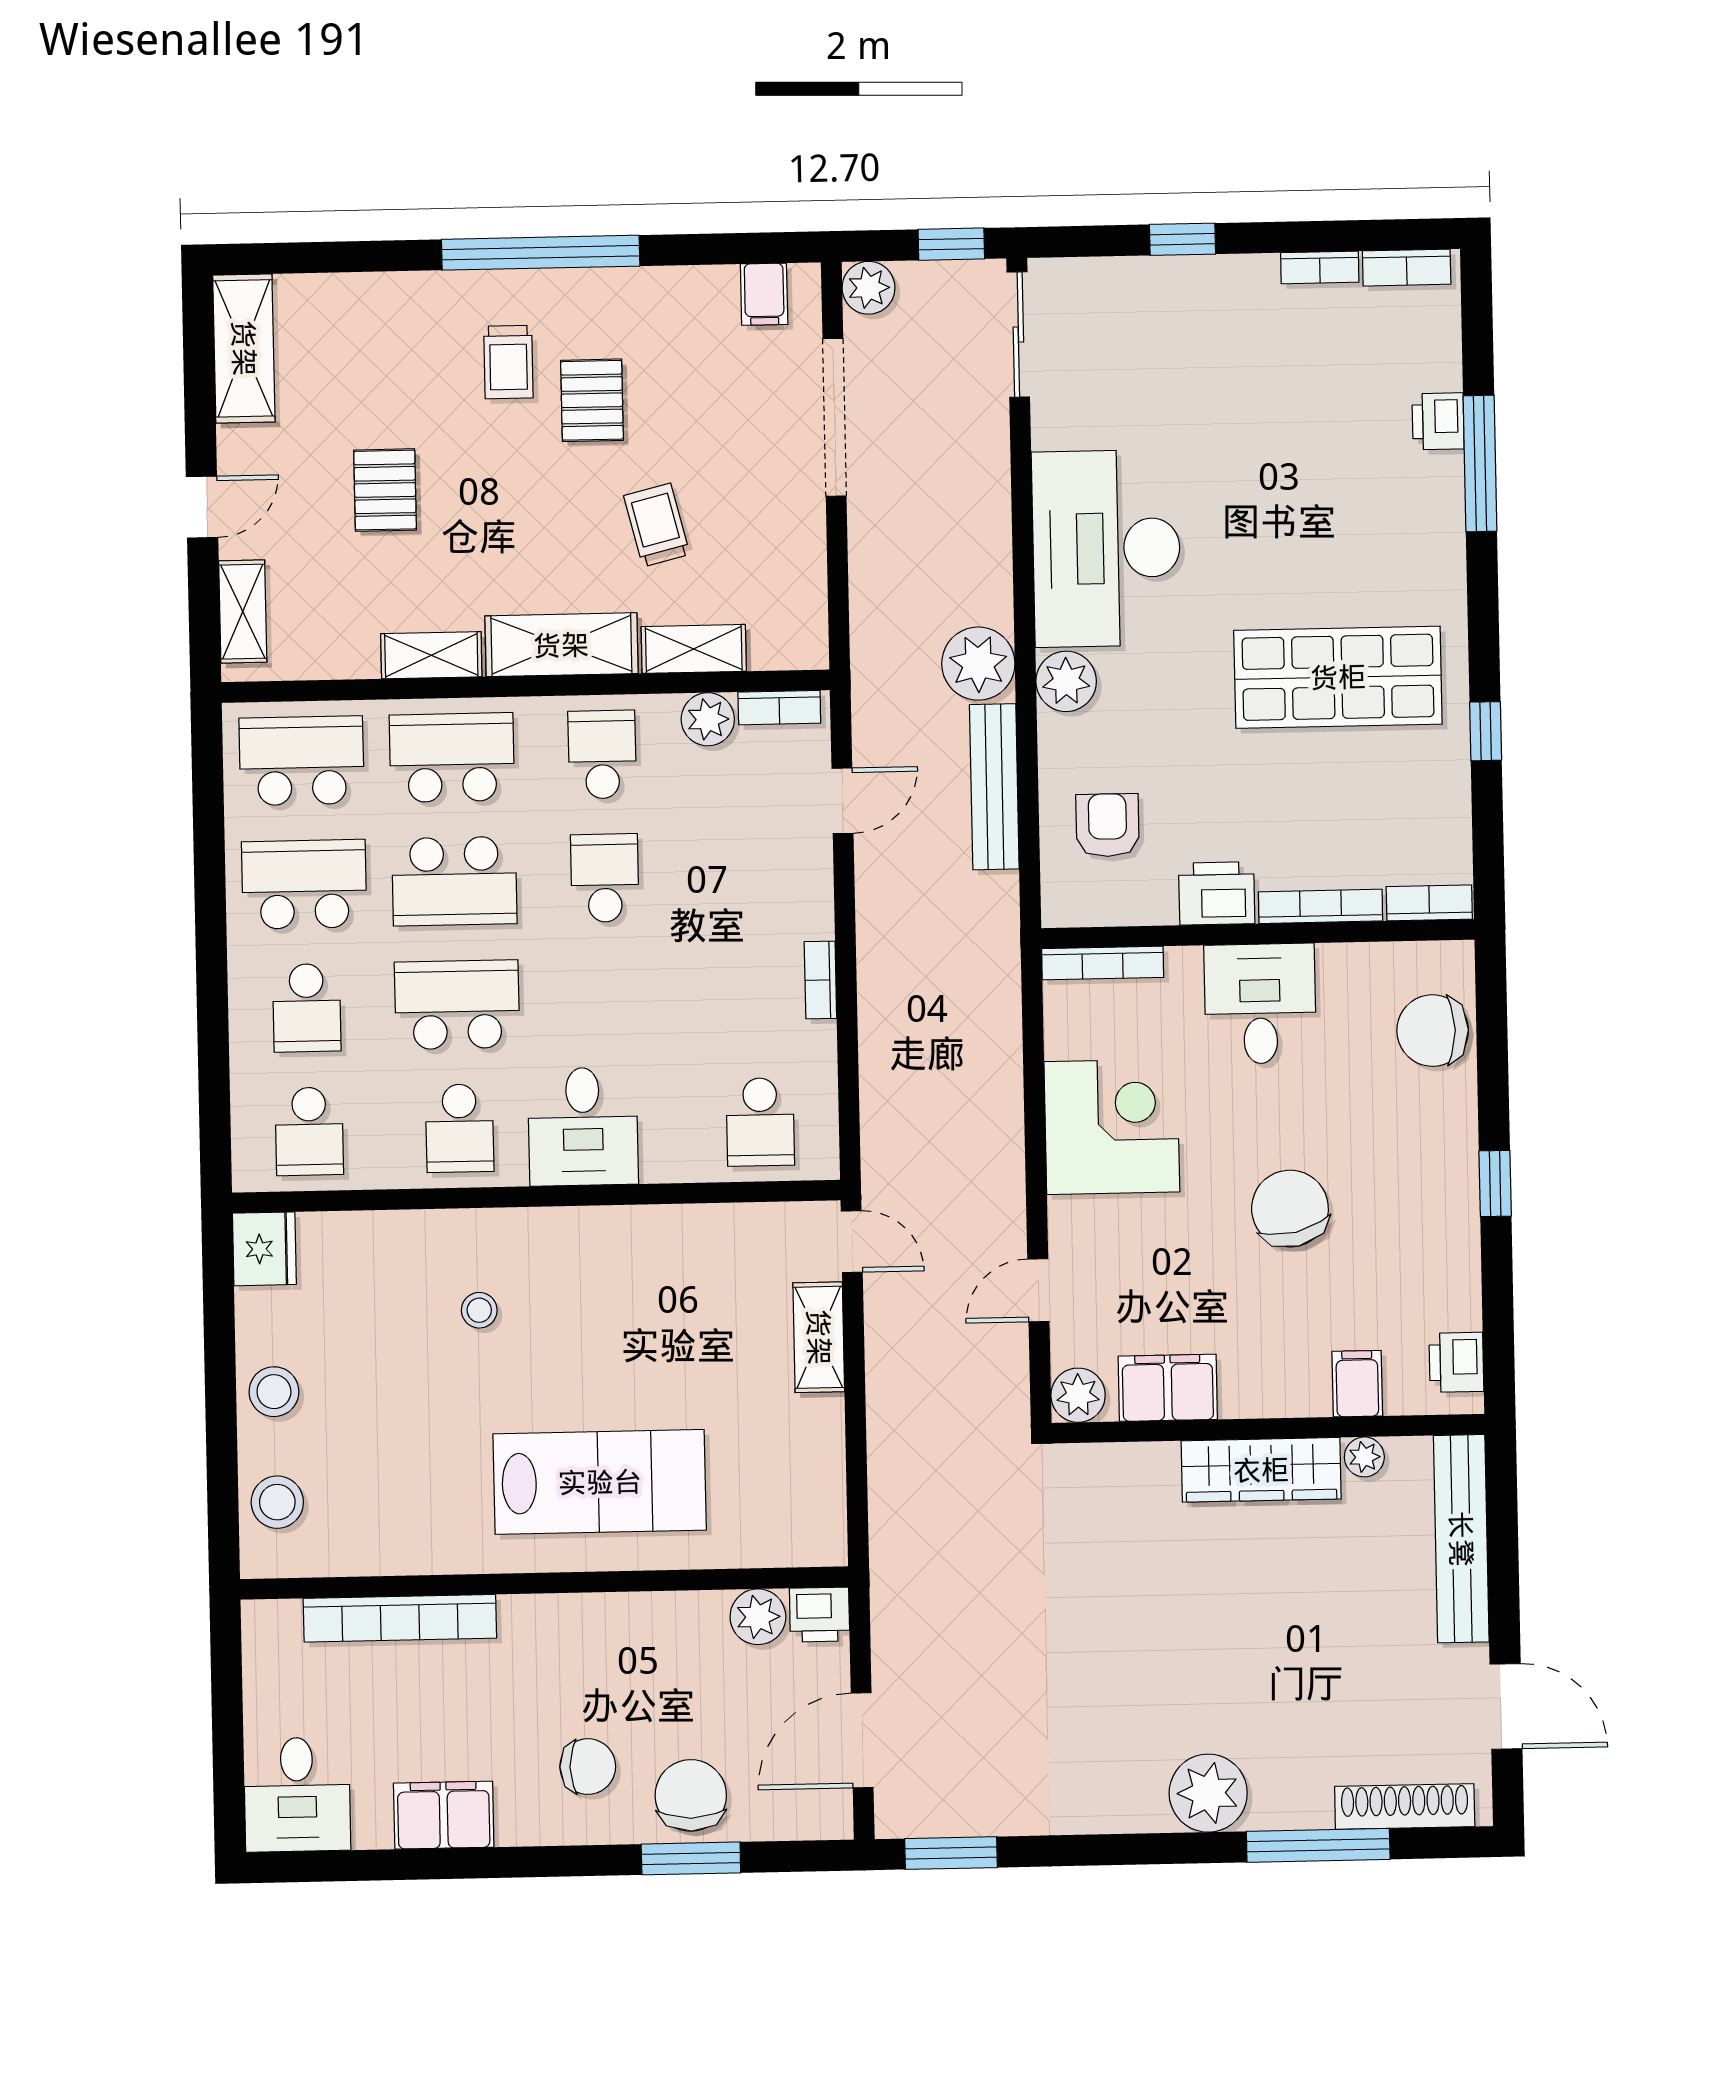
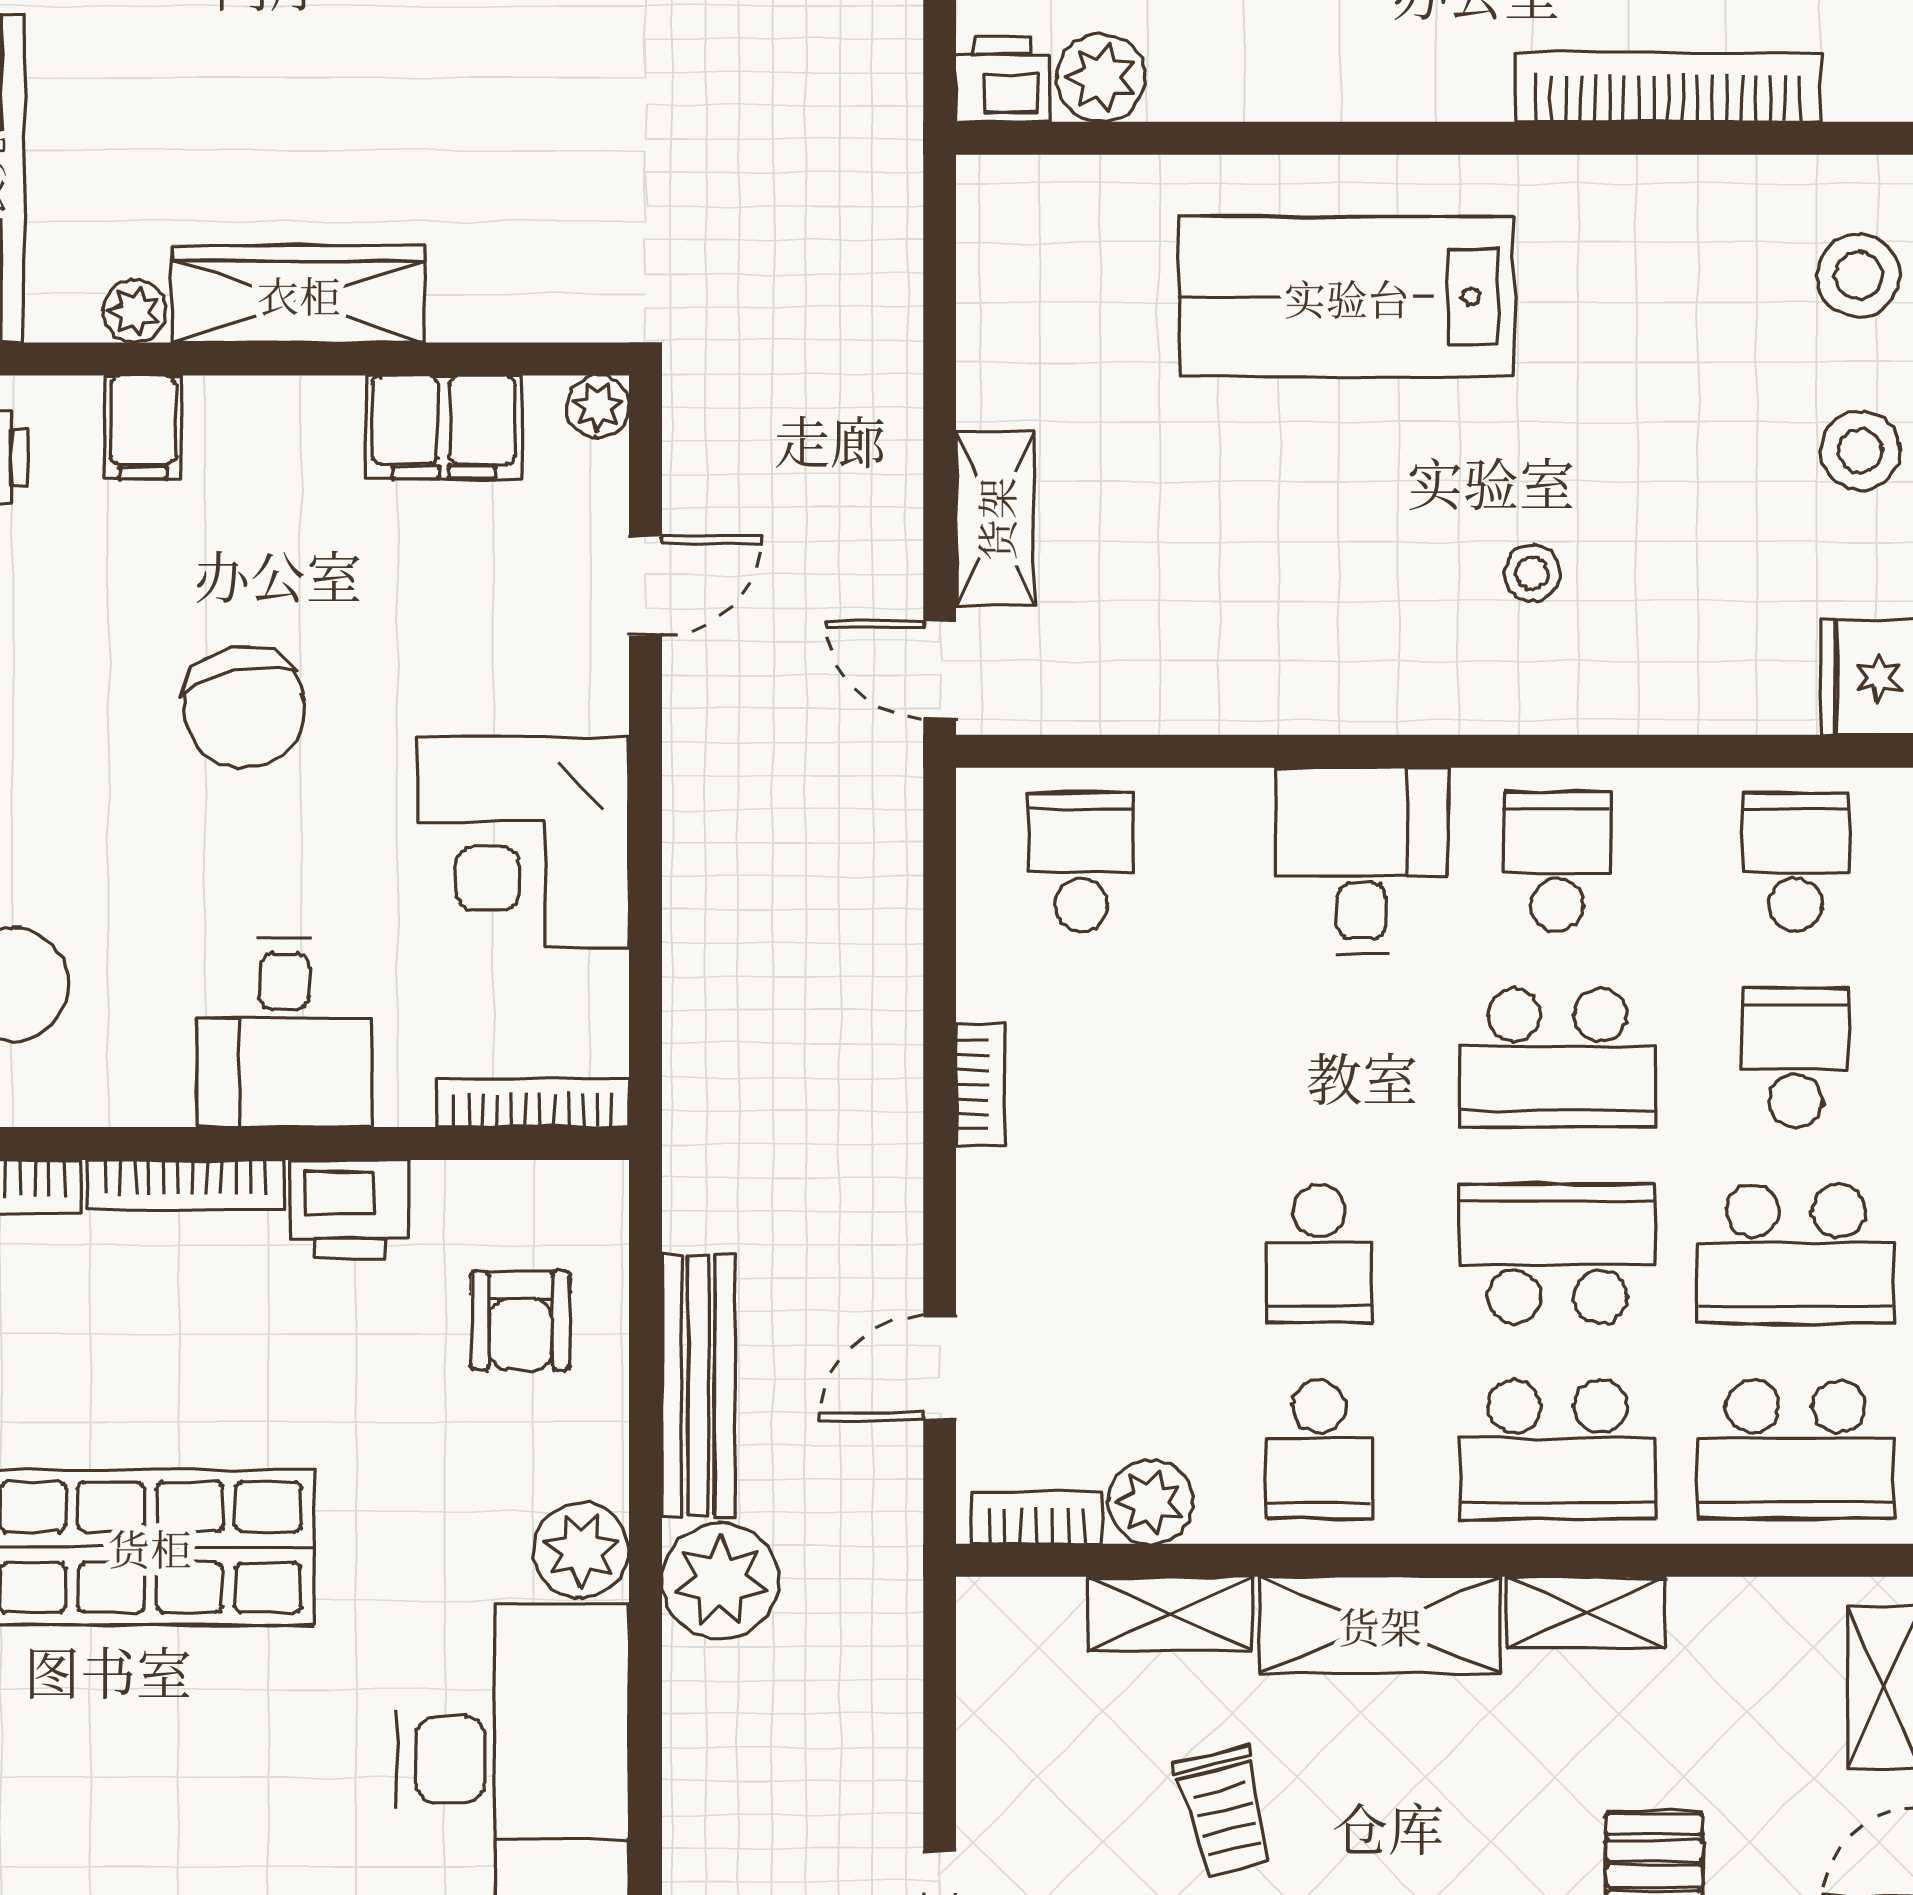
plant: (1078, 1395) -> (598, 407), width x0.73, depth x0.73

